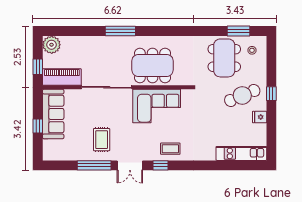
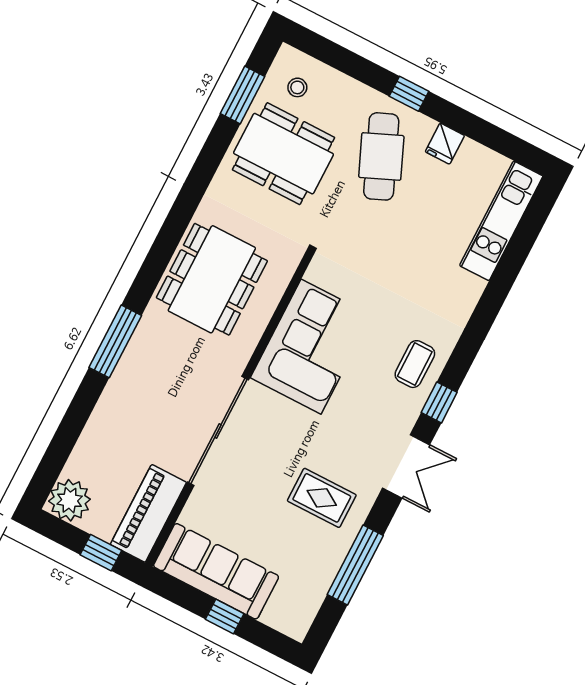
dining table: (153, 65) -> (212, 279), moved
window: (94, 165) -> (355, 565), moved

